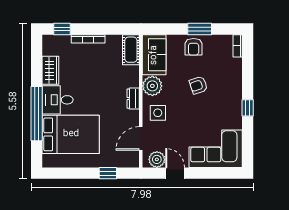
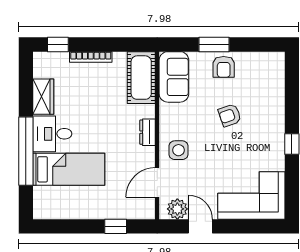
window: (200, 29) -> (214, 45), moved
bookcase: (238, 46) -> (279, 66), removed
cot: (131, 50) -> (141, 78), width x1.37, depth x1.34
plant: (152, 86) -> (172, 116), removed
bed: (71, 134) -> (69, 169), width x0.67

